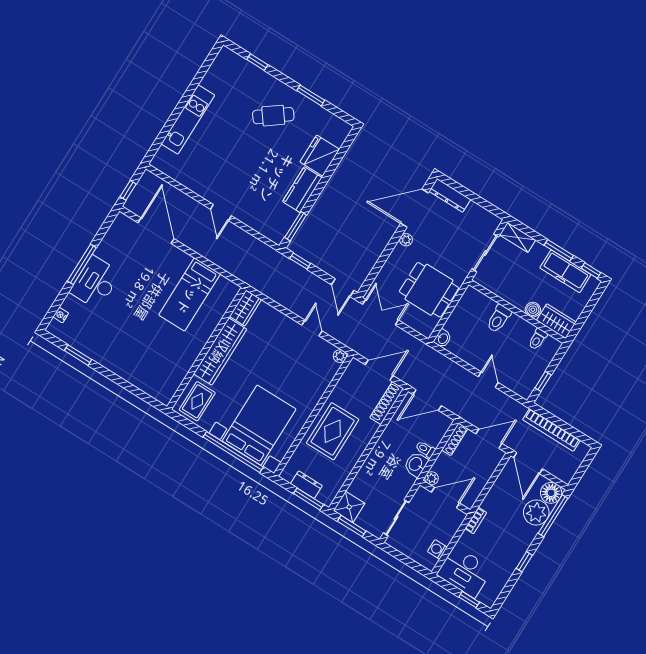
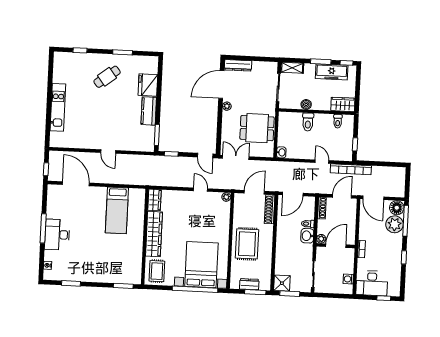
boiler: (533, 310) -> (306, 104), moved
window: (143, 396) -> (123, 286), added
bookcase: (551, 430) -> (351, 169), moved

